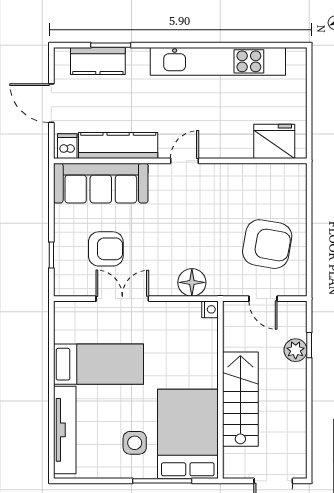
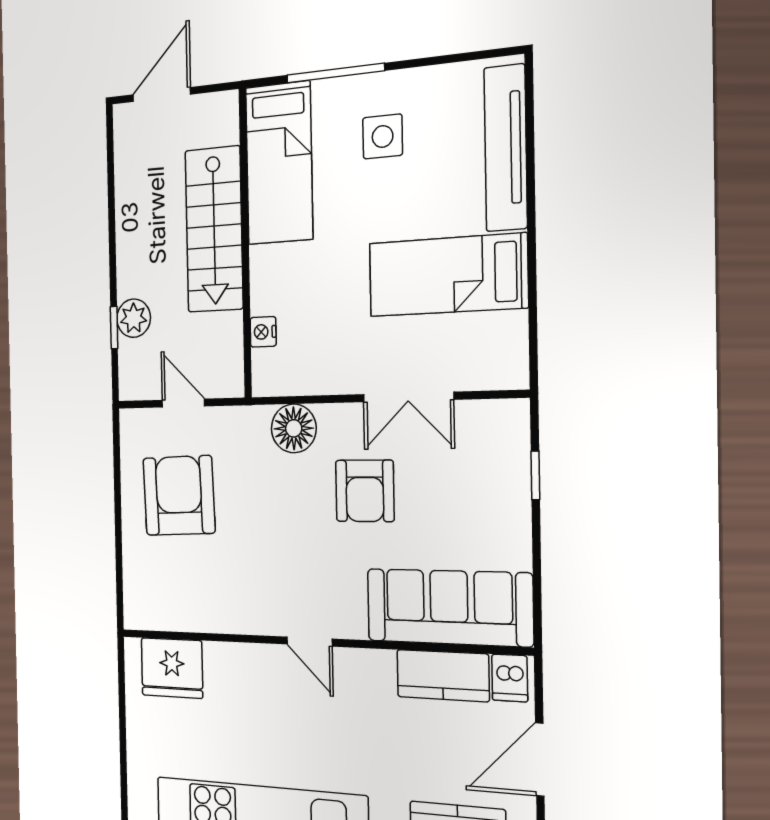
door: (51, 103) -> (540, 760), swing flipped
kitchen counter: (118, 145) -> (443, 676), width x0.67
door: (185, 161) -> (310, 642), hinge flipped
armchair: (267, 244) -> (179, 495), turned 78
armchair: (106, 249) -> (365, 491), moved, turned -90
nightstand: (210, 309) -> (263, 332), moved
bed: (188, 434) -> (279, 163), width x0.67

